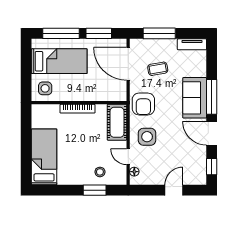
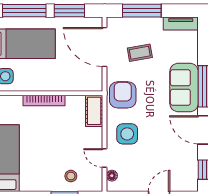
armchair: (143, 104) -> (123, 95), turned 180
cot: (117, 122) -> (94, 111), width x0.73, depth x0.75

